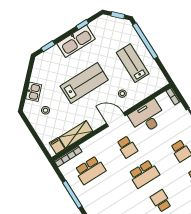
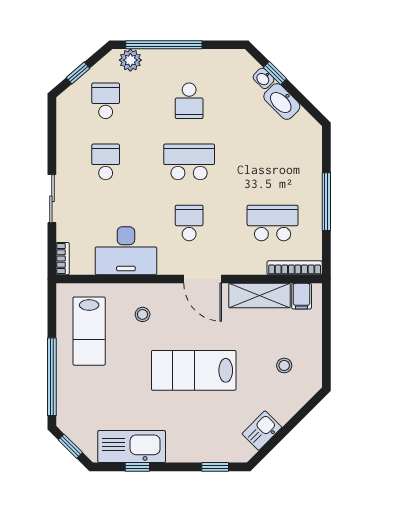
kitchen sink: (76, 41) -> (132, 446), moved
lab bench: (133, 63) -> (89, 331), moved
kitchen sink: (34, 92) -> (262, 431), moved
door: (116, 119) -> (203, 279), moved

